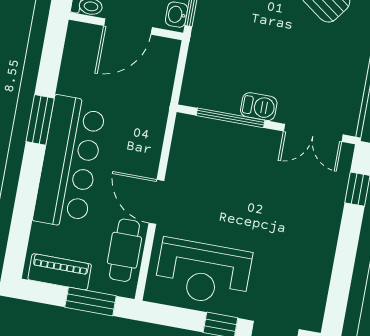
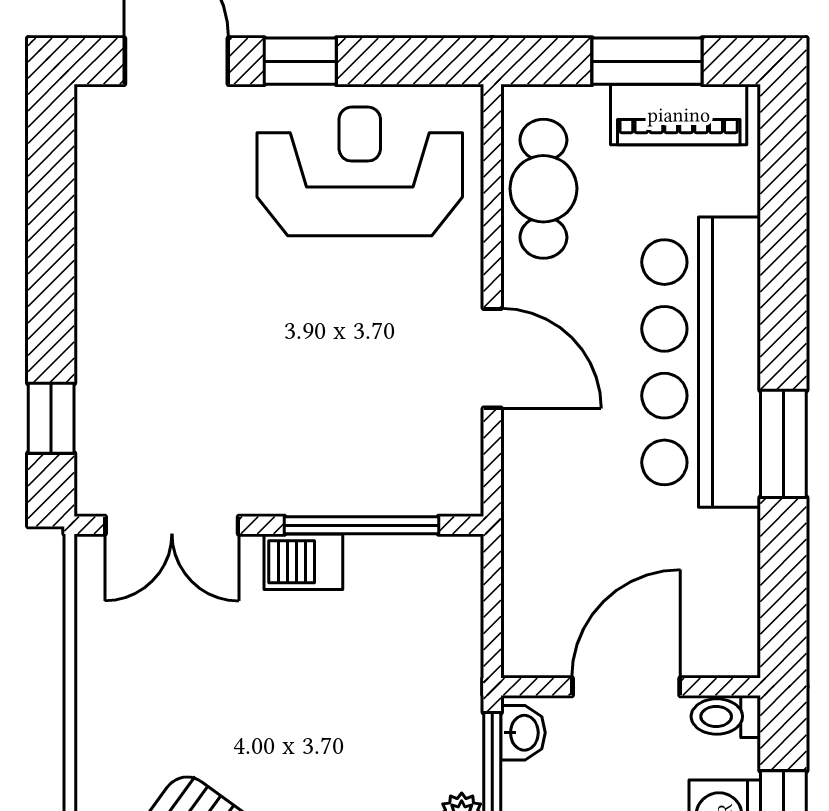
double door: (313, 133) -> (172, 525), swing flipped
door: (156, 202) -> (492, 358), moved
window: (91, 302) -> (647, 61), moved

